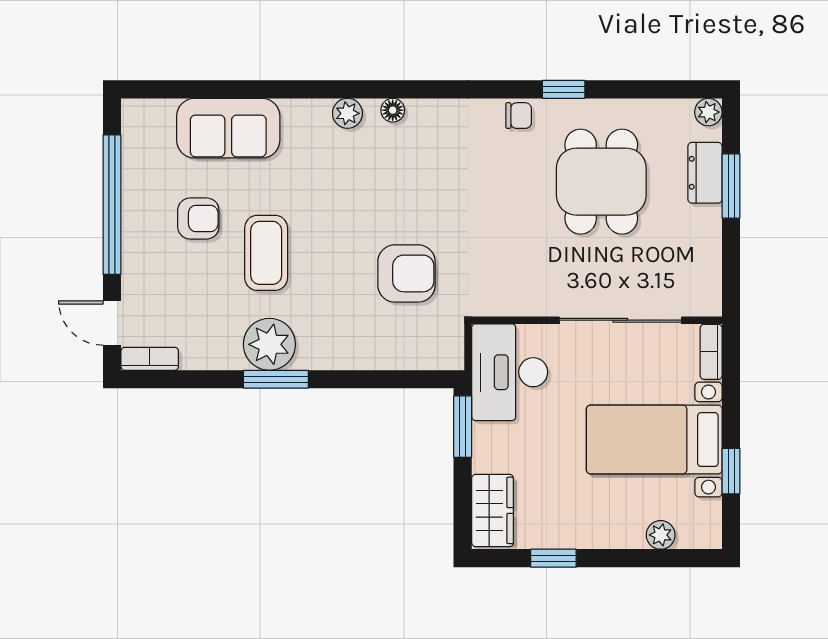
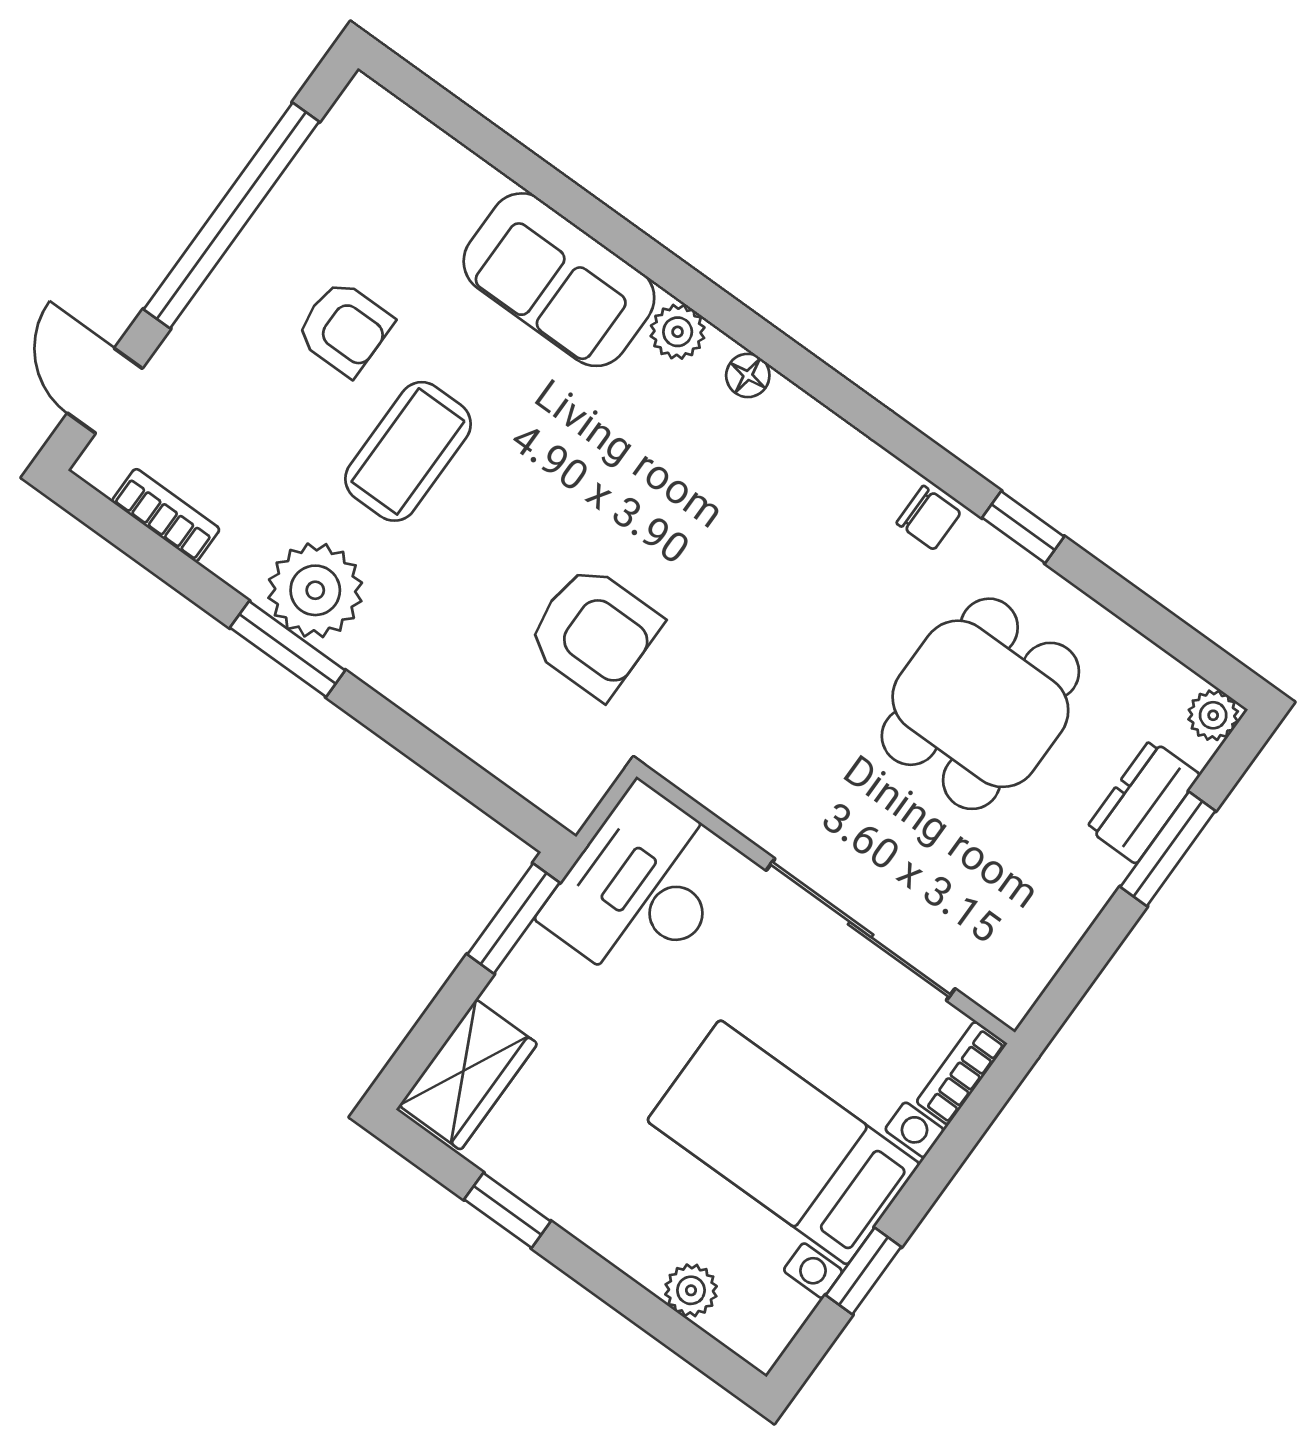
sofa: (228, 128) -> (559, 280), moved
bookcase: (150, 359) -> (166, 515), moved

